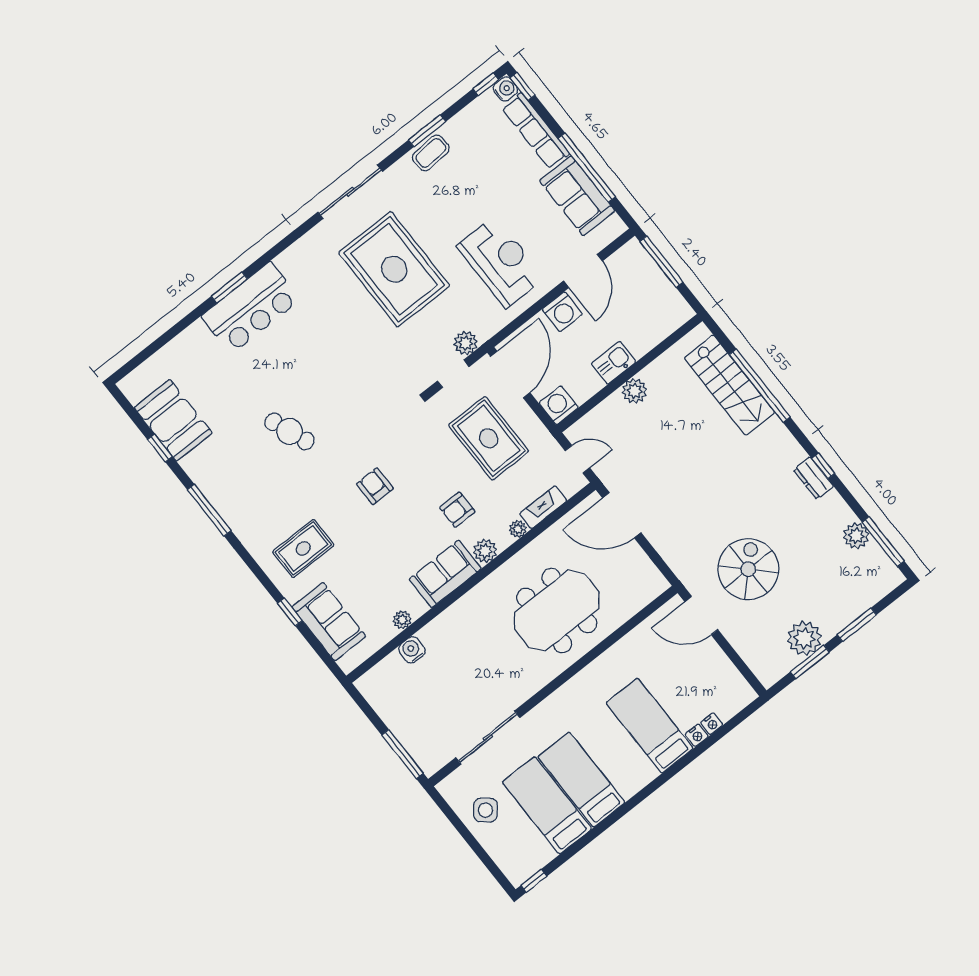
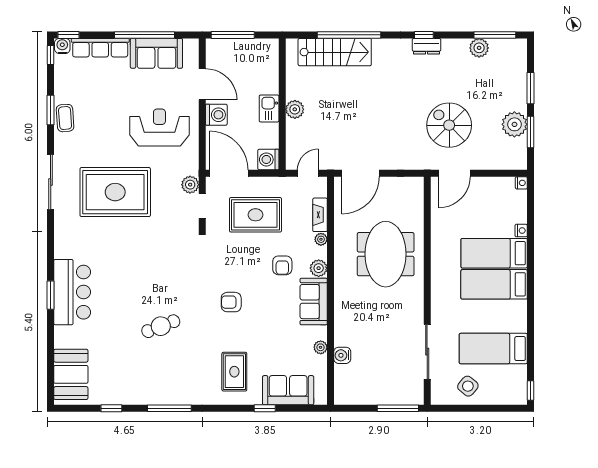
booth: (173, 420) -> (71, 374), moved, turned 90
nightstand: (712, 724) -> (521, 183), moved
bed: (581, 780) -> (494, 284), moved

